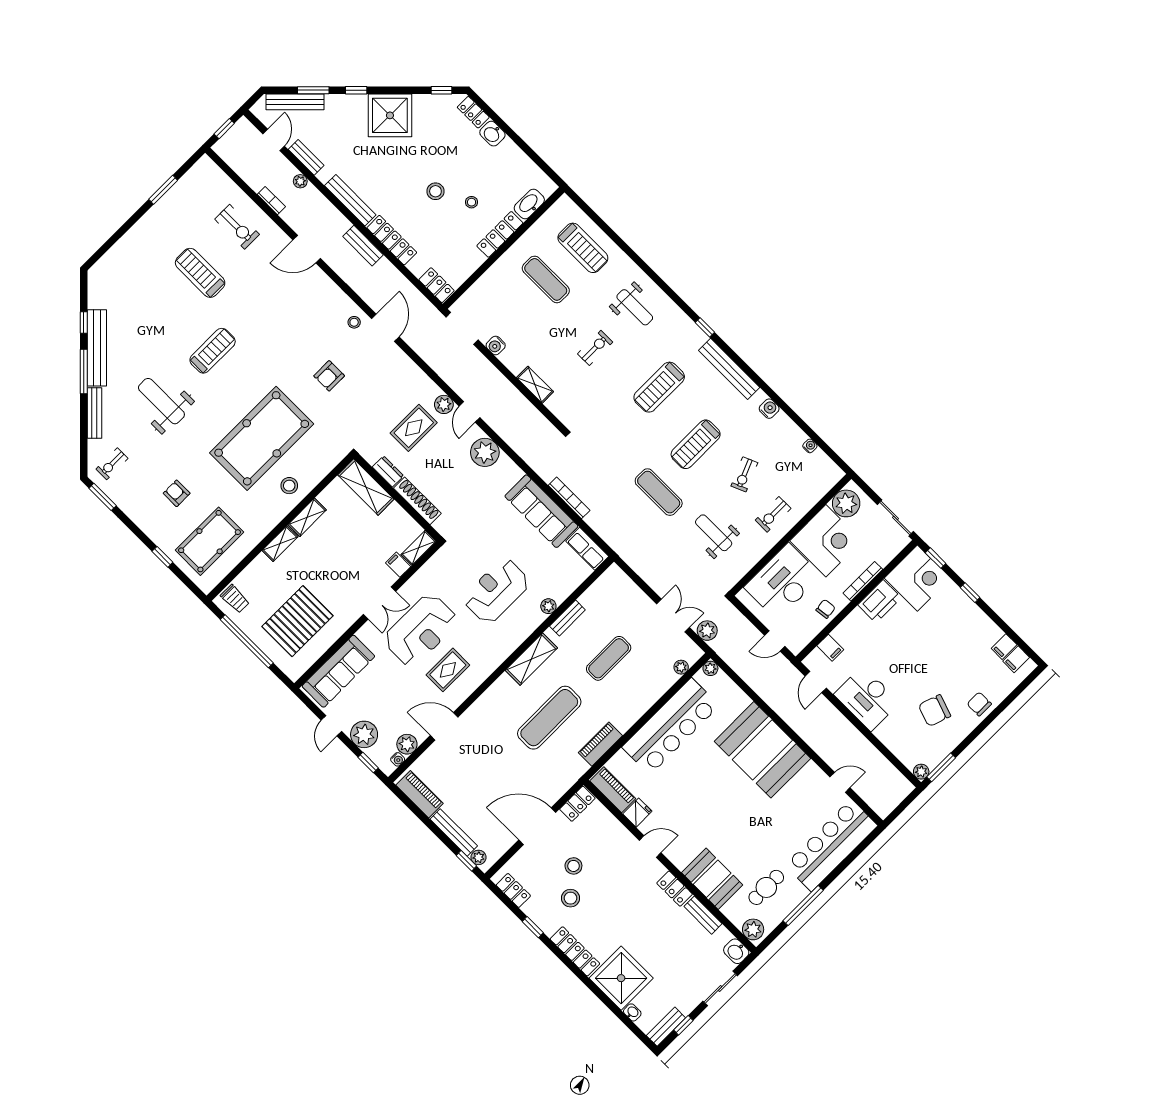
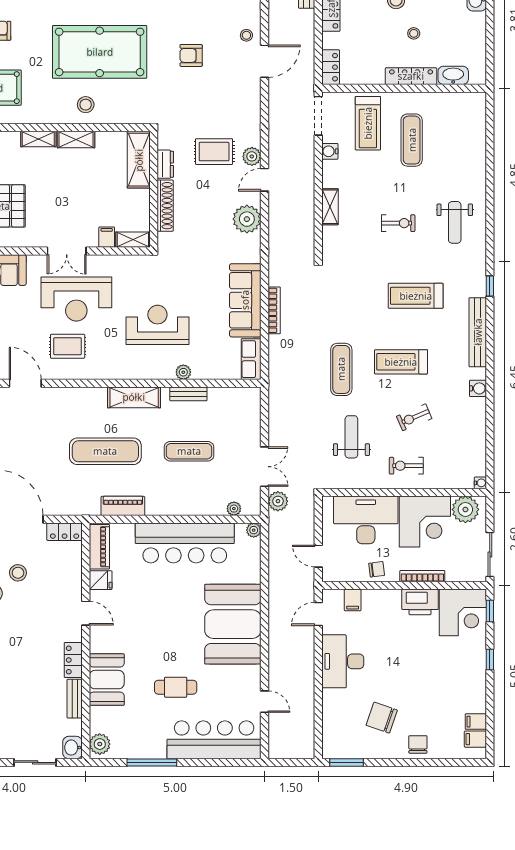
treadmill: (583, 248) -> (368, 123), moved
water cooler: (810, 446) -> (480, 483), moved
plant: (921, 772) -> (329, 751), removed
cafe table: (766, 887) -> (176, 687), moved

